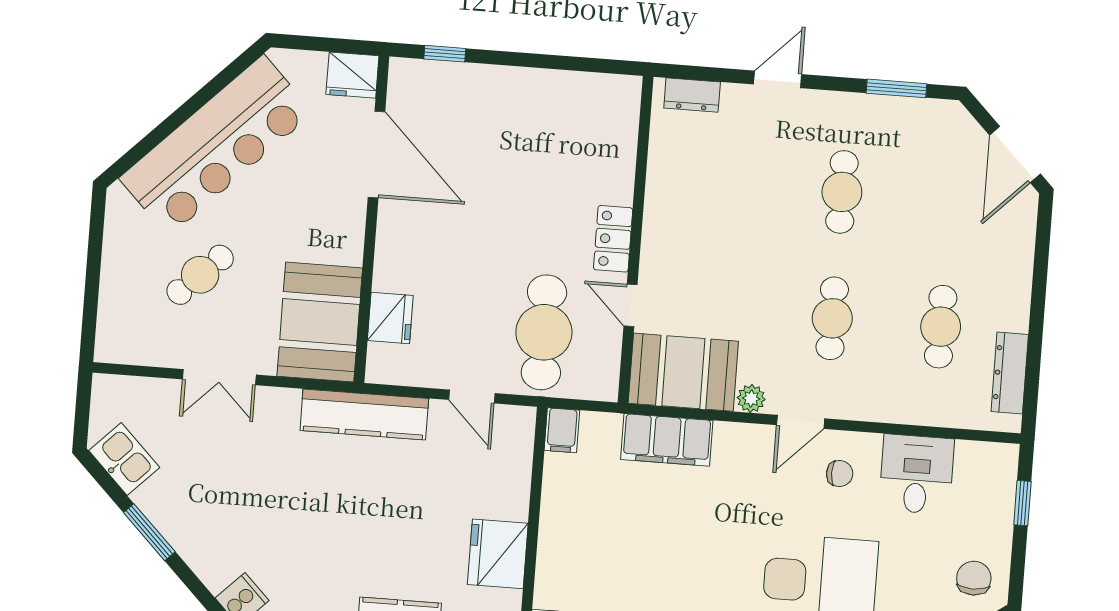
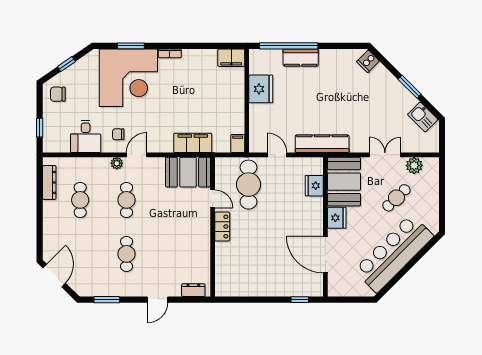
fridge: (352, 75) -> (337, 218), moved, turned 90
plant: (153, 347) -> (414, 165), added
plant: (751, 398) -> (117, 163), moved
chair: (974, 578) -> (58, 94), turned 90

